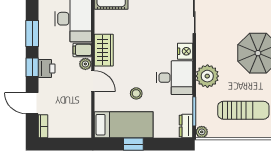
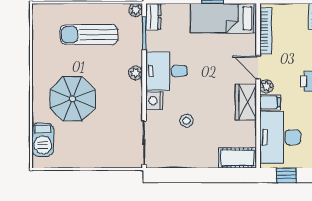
plant: (207, 76) -> (135, 73), width x0.53, depth x0.53
stool: (136, 93) -> (187, 121), moved
bookcase: (86, 114) -> (266, 31), added

